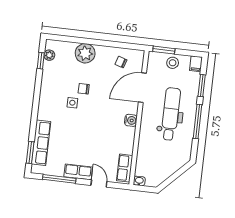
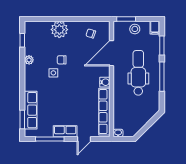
plant: (49, 55) -> (29, 60), moved
row of seats: (125, 168) -> (104, 112), width x2.02
door: (99, 183) -> (84, 139), swing flipped

